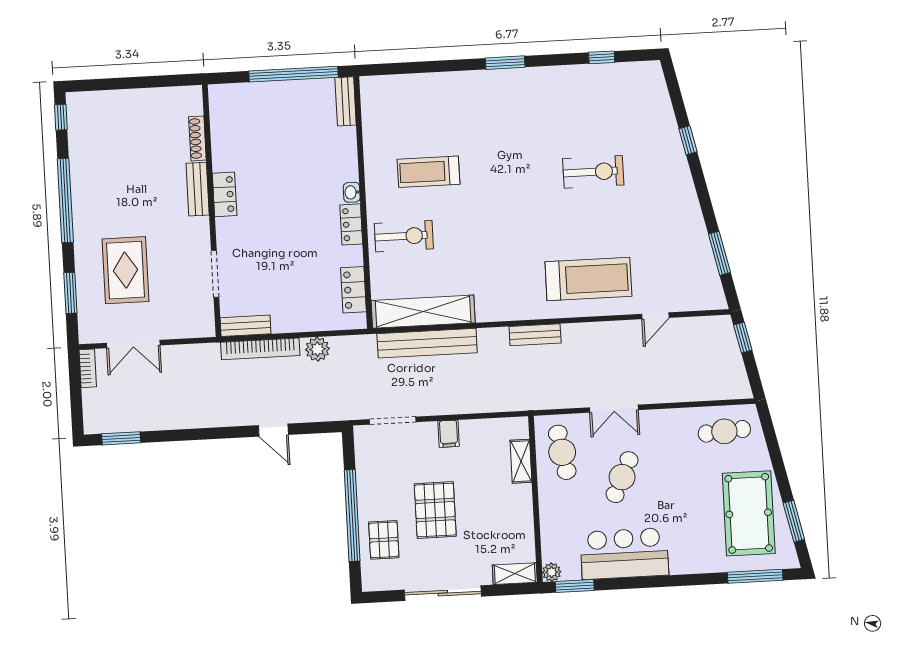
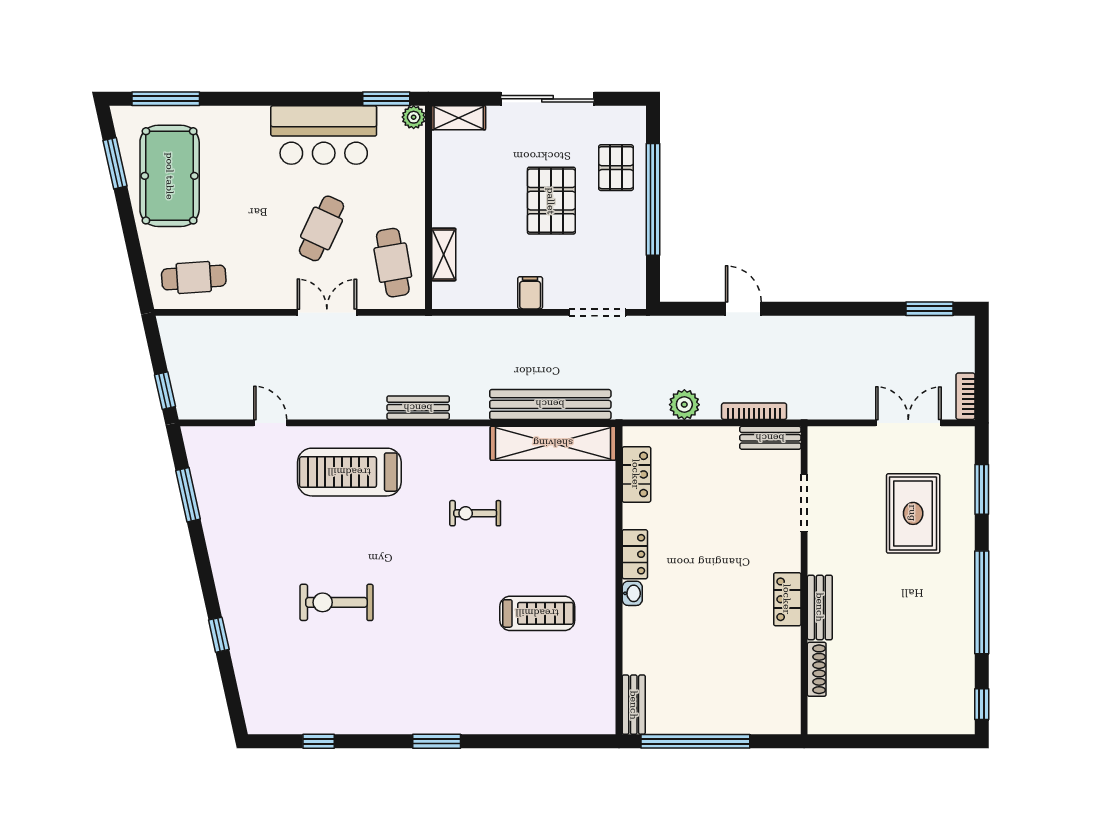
exercise bike: (404, 236) -> (475, 513), moved, width x0.73, depth x0.72
door: (655, 316) -> (270, 423), hinge flipped
bookcase: (260, 349) -> (754, 411), width x0.68, depth x0.76

